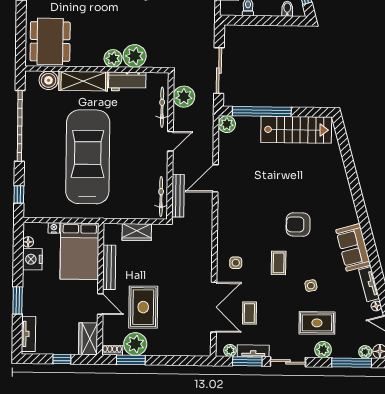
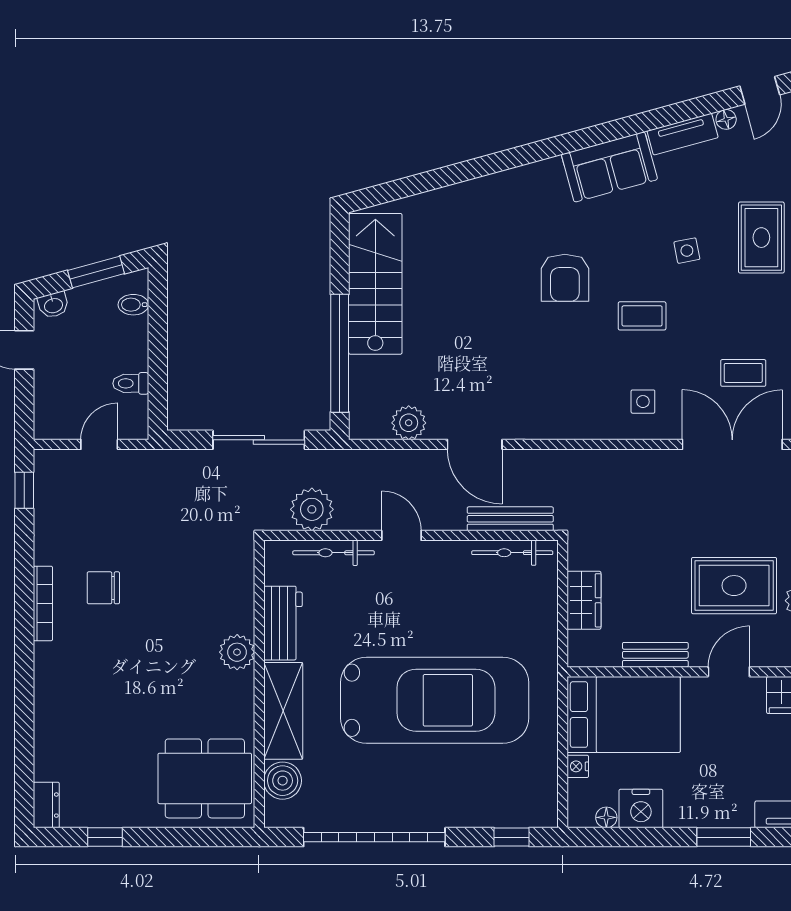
plant: (135, 56) -> (232, 609), removed
plant: (227, 124) -> (409, 423), moved
car: (88, 157) -> (435, 700), turned 180
bench: (109, 267) -> (655, 655), width x0.73

